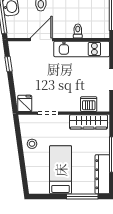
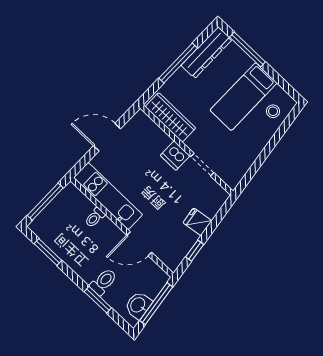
fridge: (25, 103) -> (197, 222), moved, turned 82
dishwasher: (89, 104) -> (175, 156), moved
stool: (32, 144) -> (273, 111), moved

